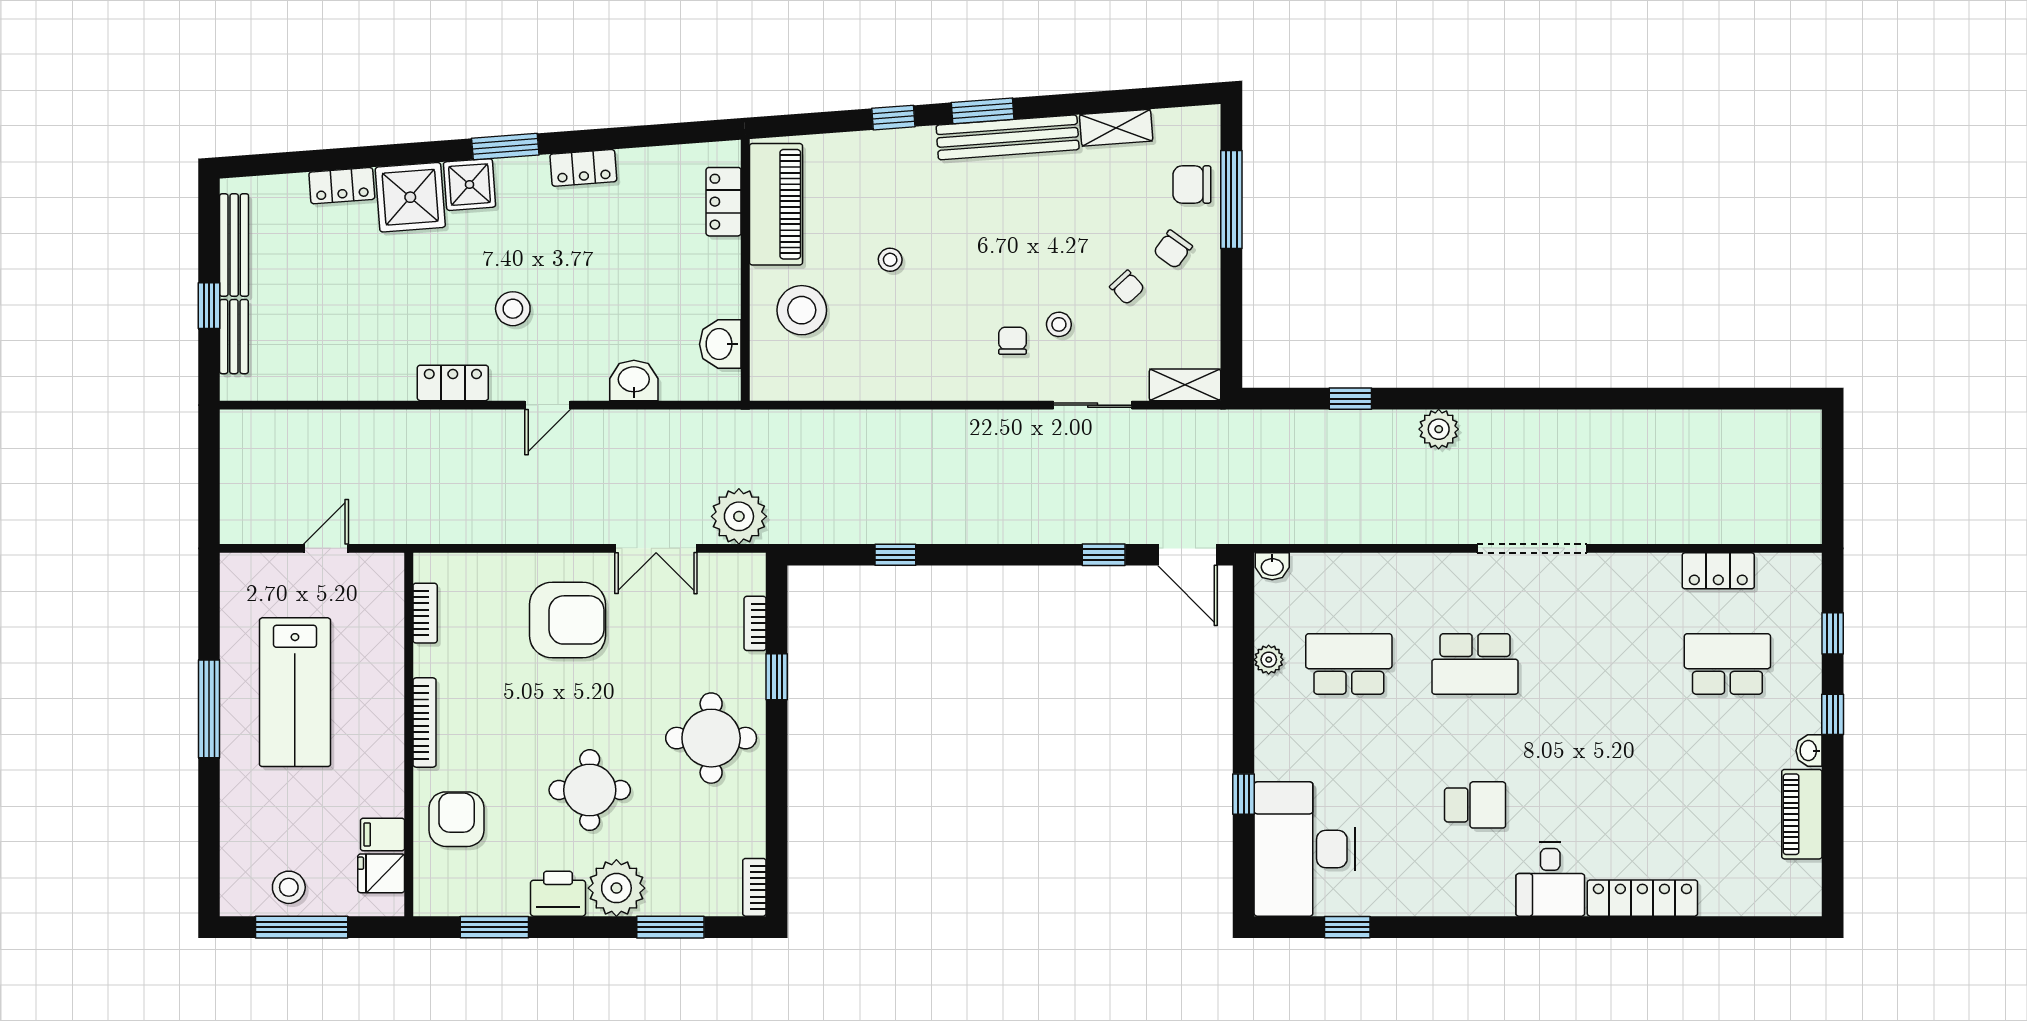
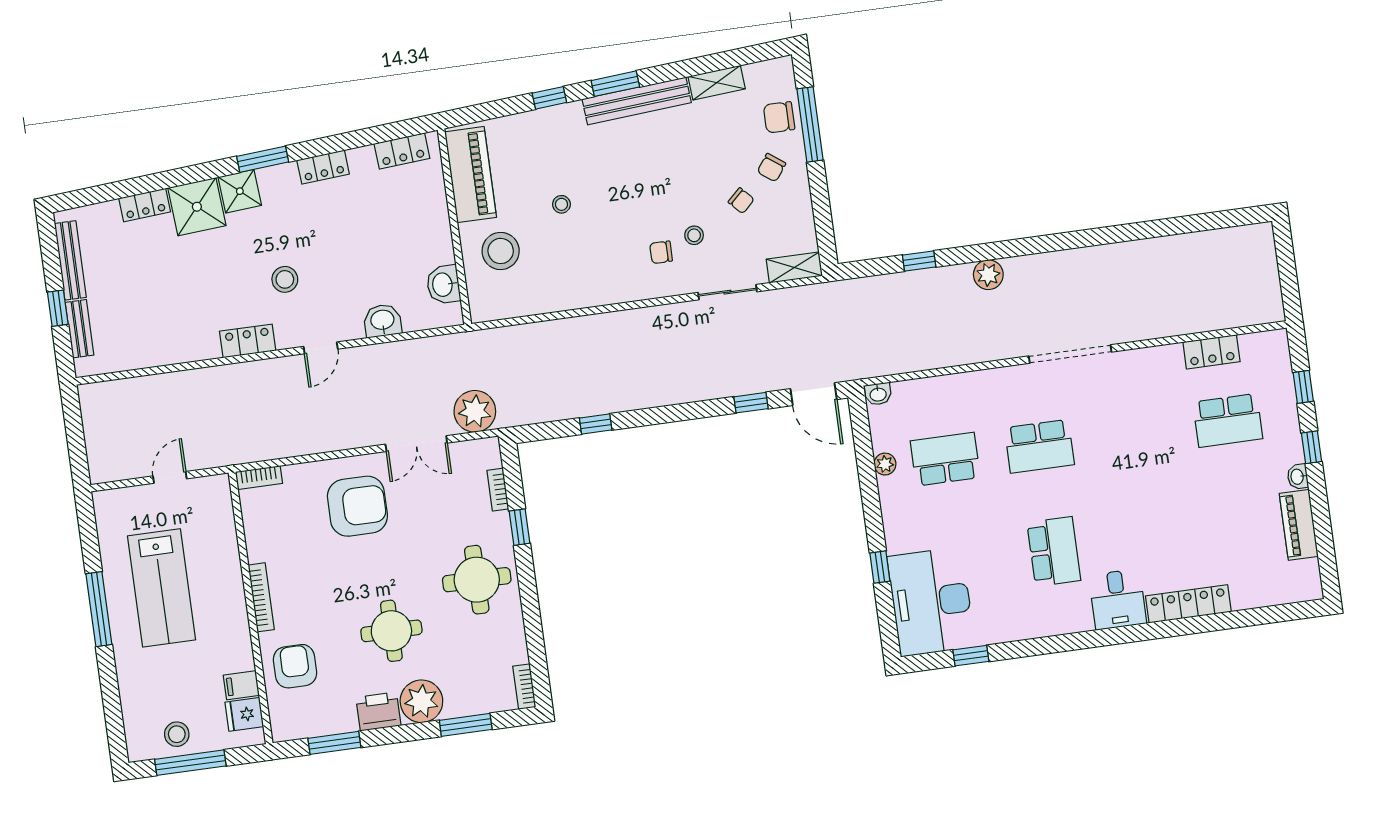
locker: (724, 202) -> (402, 151), moved, turned -94
chair: (1012, 341) -> (661, 252), turned -90
bookcase: (425, 613) -> (259, 478), moved, turned 90
school desk: (1727, 664) -> (1228, 420), turned 180
school desk: (1475, 805) -> (1054, 551), width x1.85

